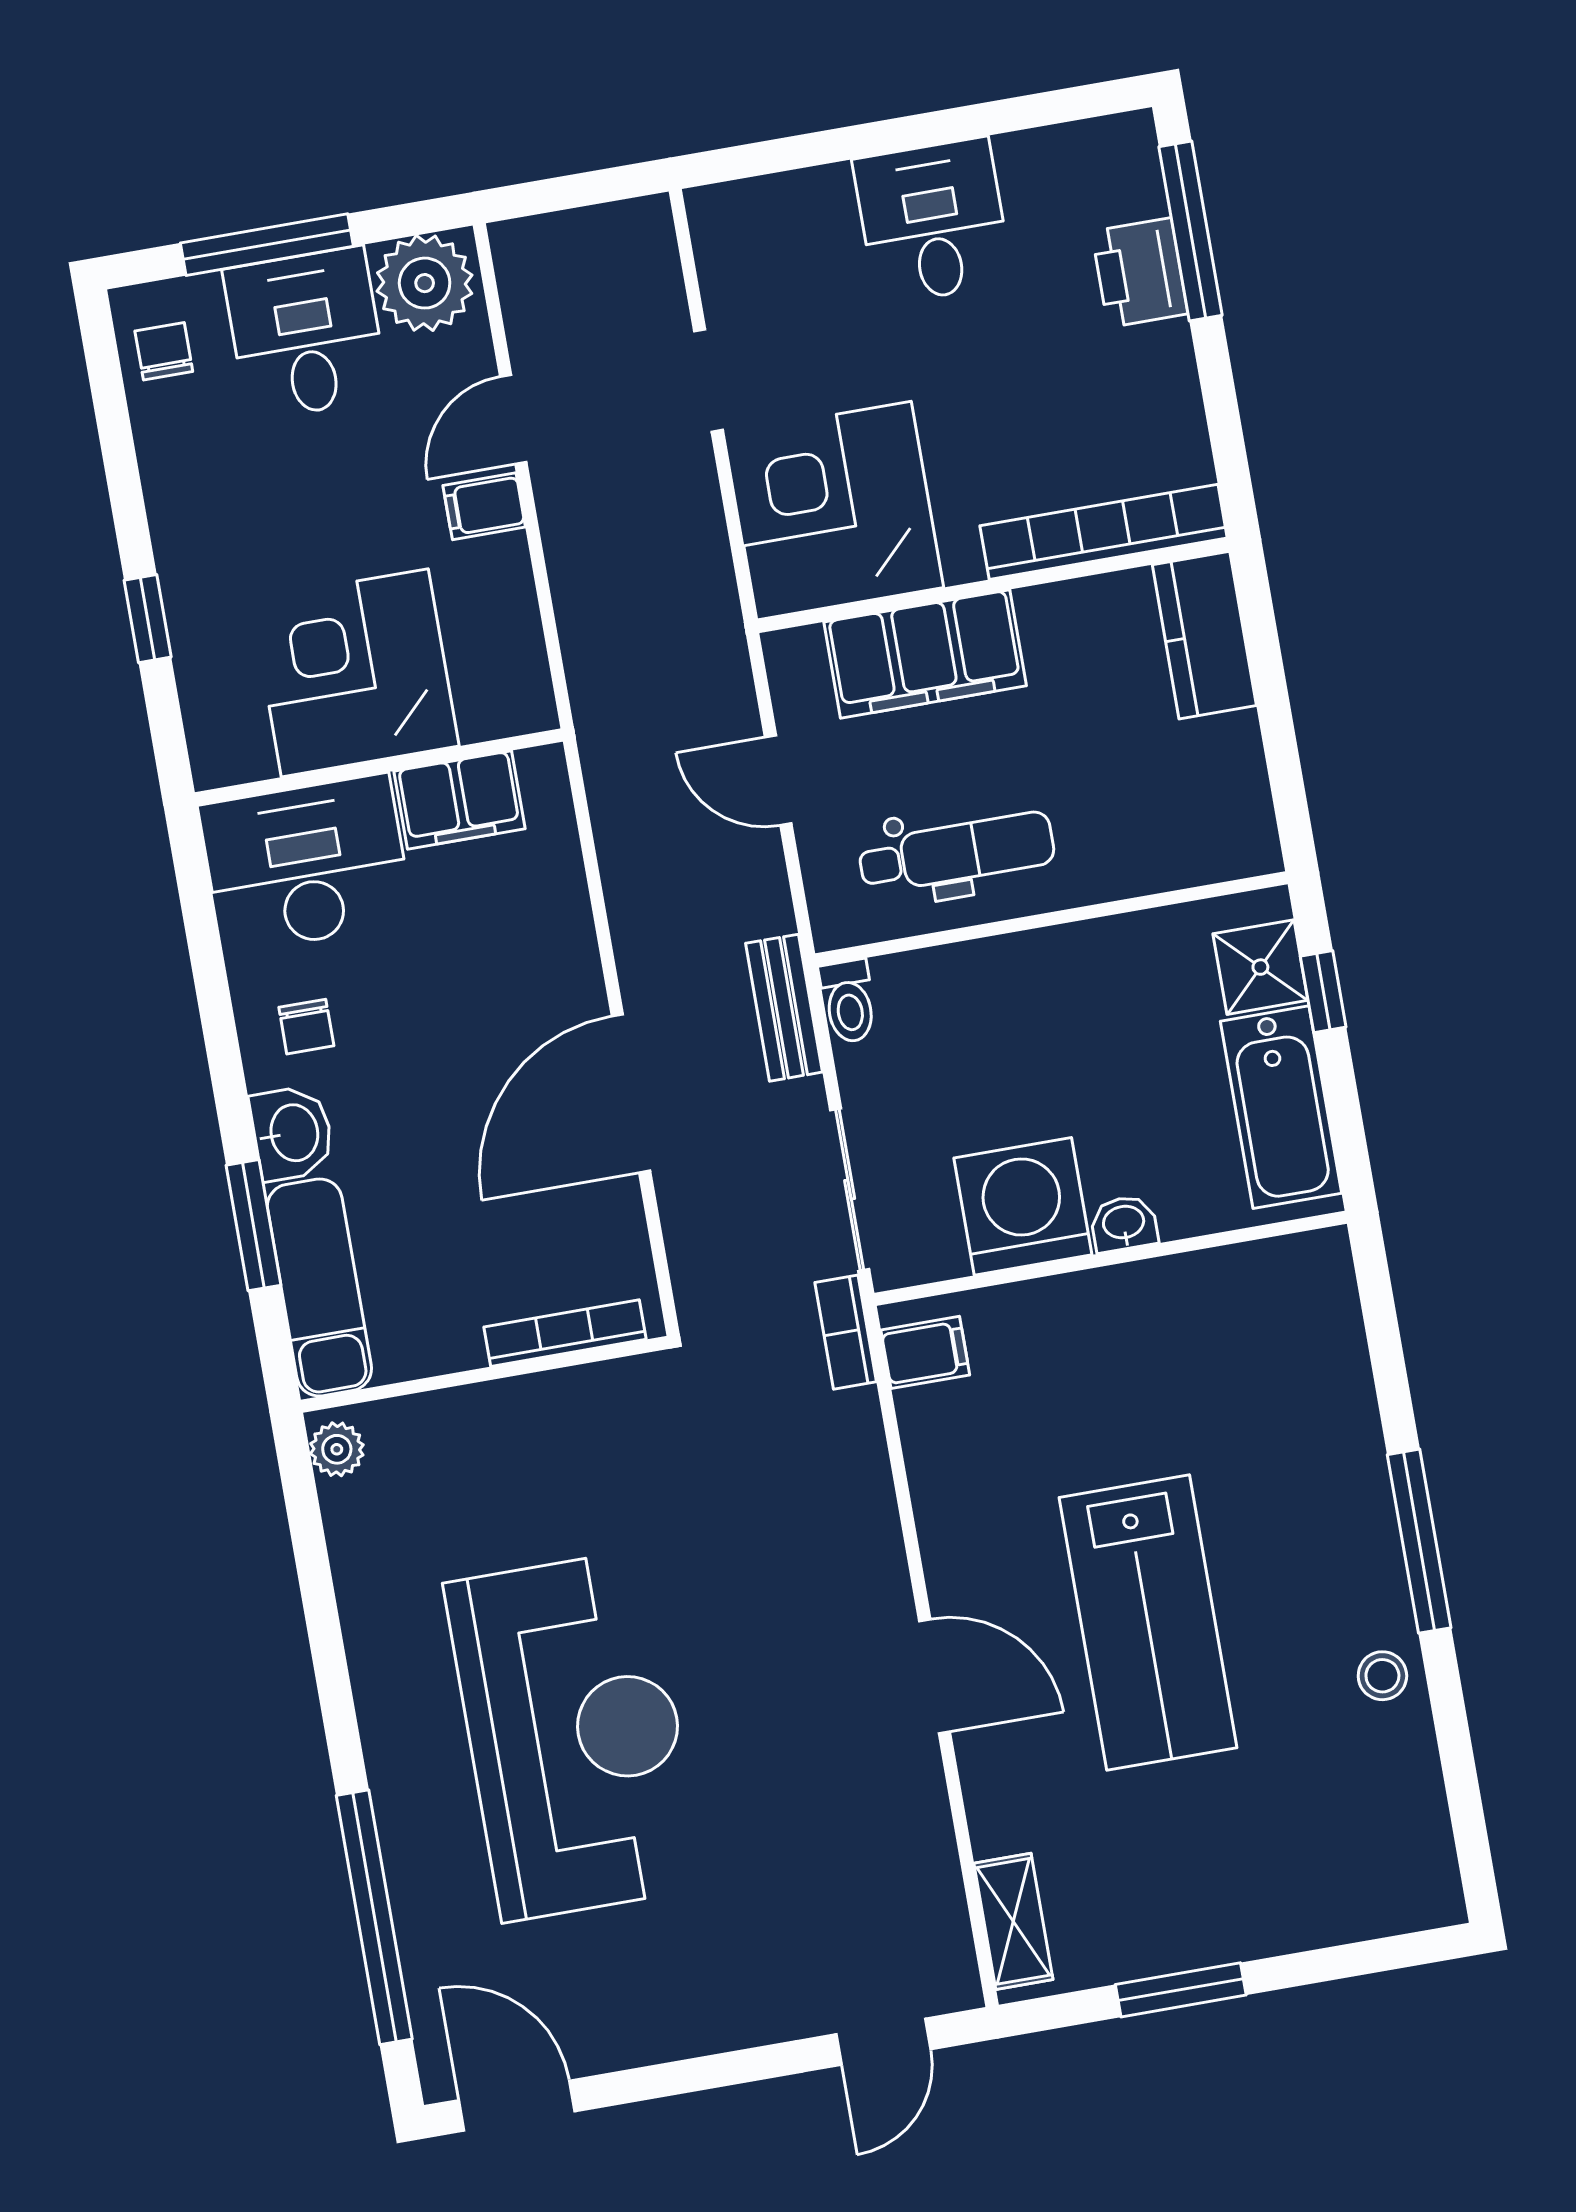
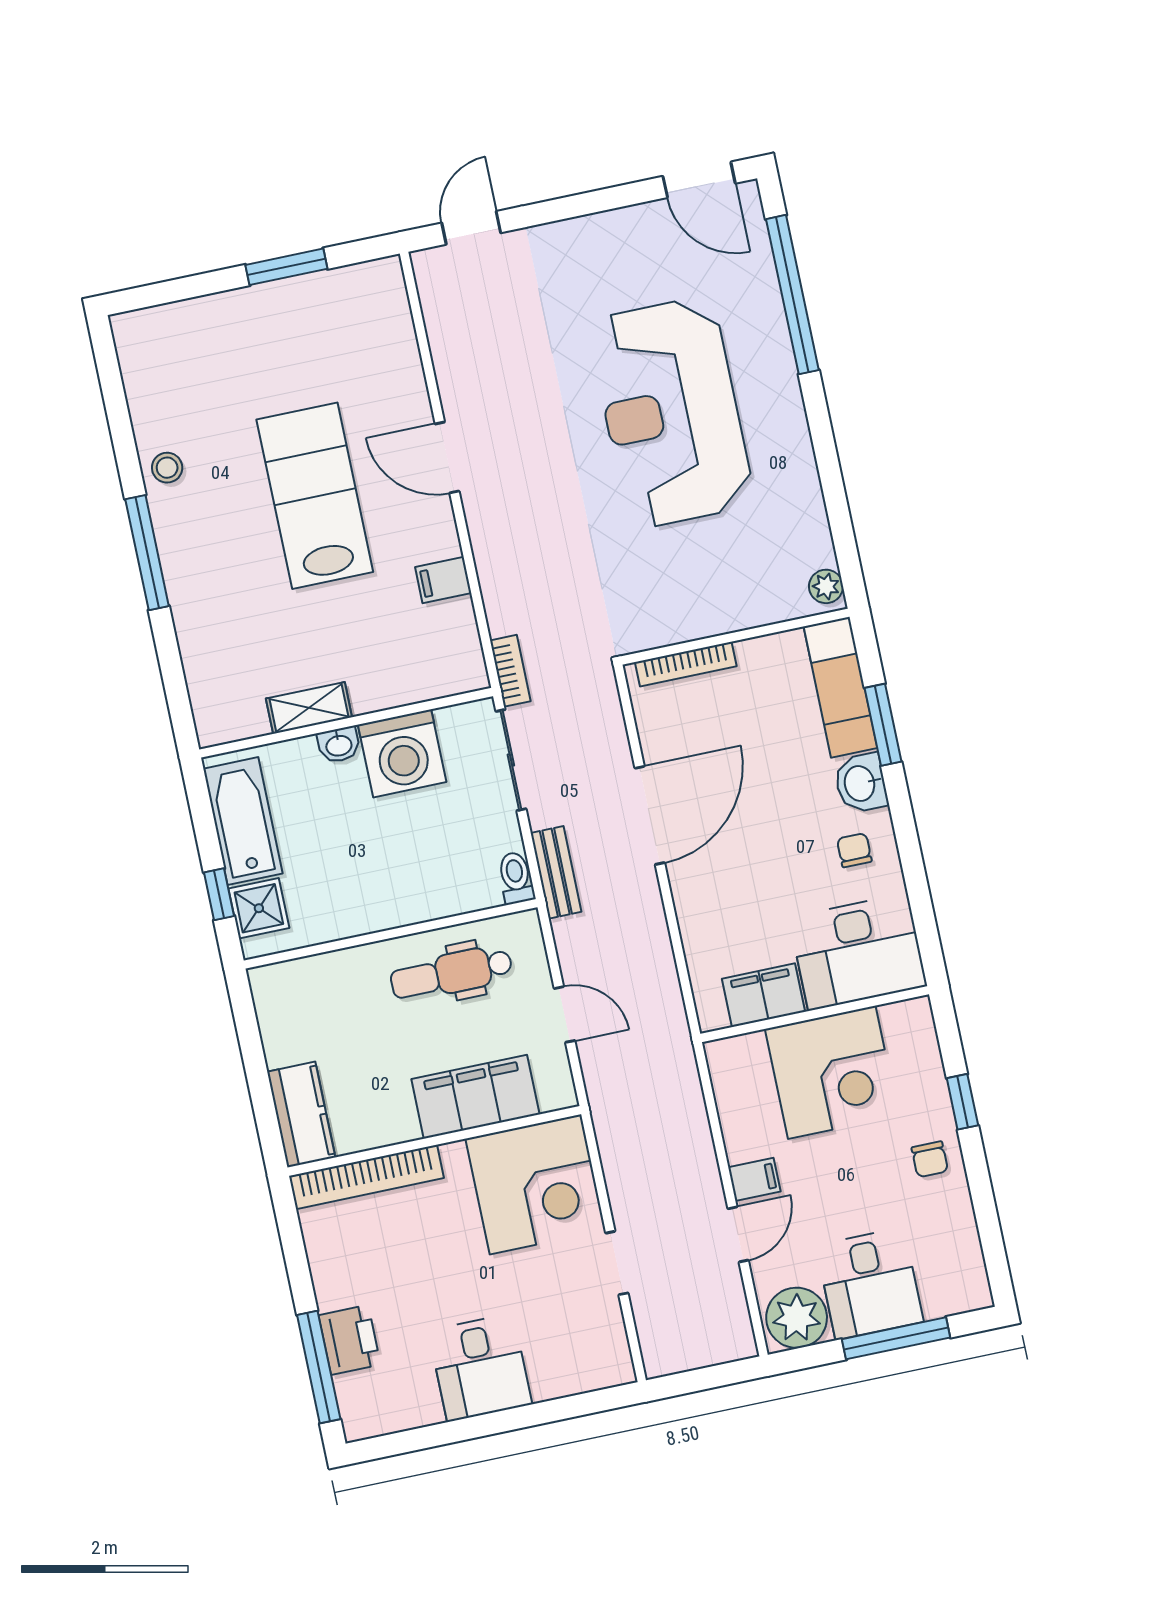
chair: (164, 351) -> (930, 1159), moved
filing cabinet: (925, 1352) -> (443, 580), moved
shelving: (1013, 1921) -> (309, 708), moved, turned 90

